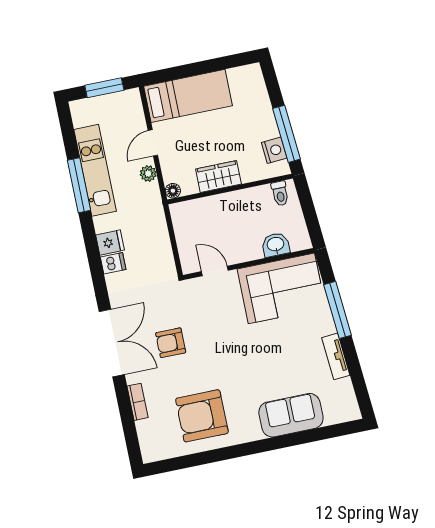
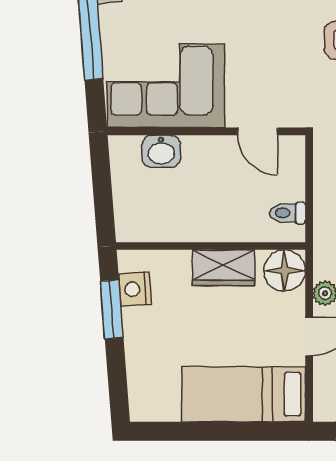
window: (286, 134) -> (112, 309), width x0.69
floor lamp: (173, 191) -> (285, 271), width x1.89, depth x1.89
toilet: (280, 193) -> (288, 213), moved, turned -90

